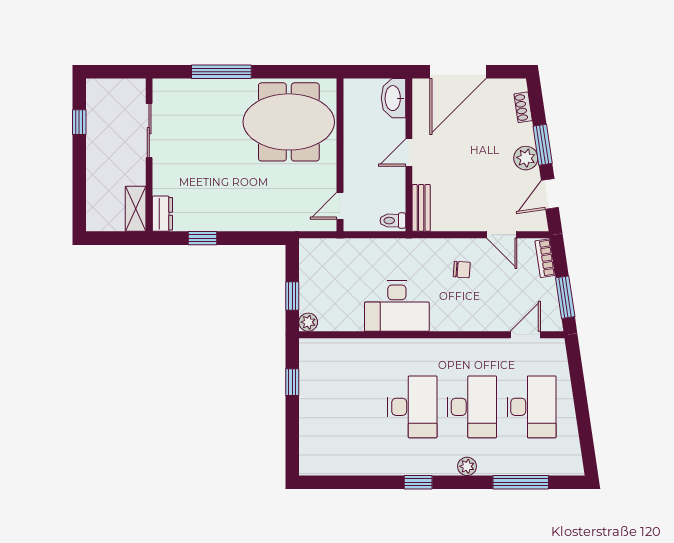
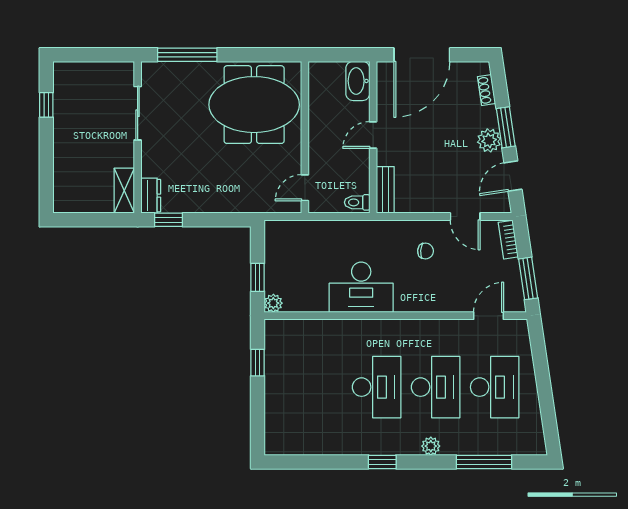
sliding door: (149, 131) -> (138, 113), moved
wall: (149, 155) -> (138, 137), moved
shelving: (136, 209) -> (124, 191), moved
dresser: (162, 214) -> (151, 196), moved

